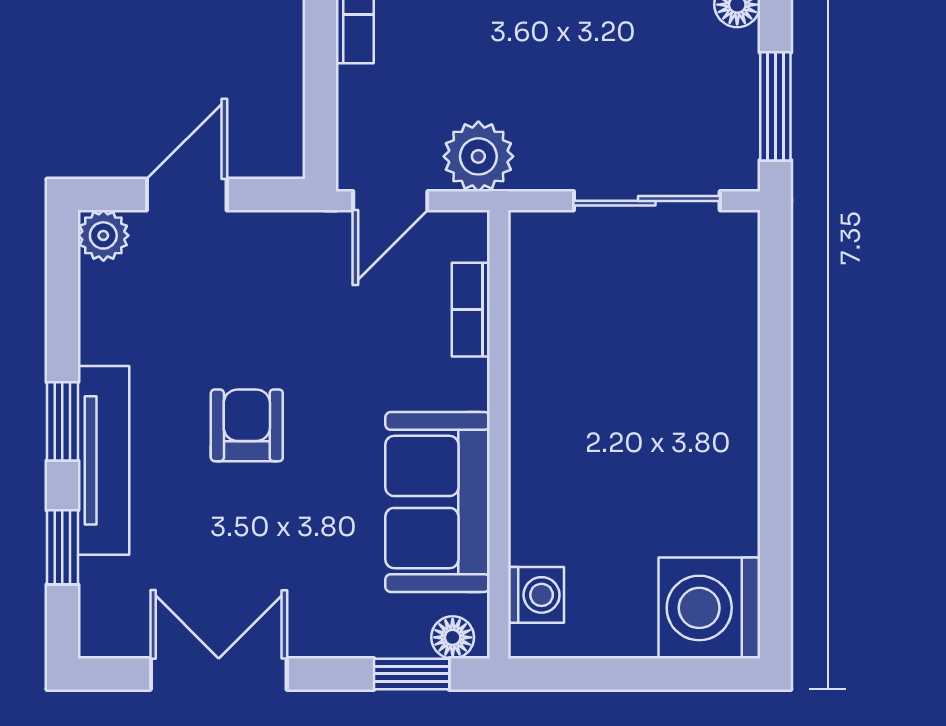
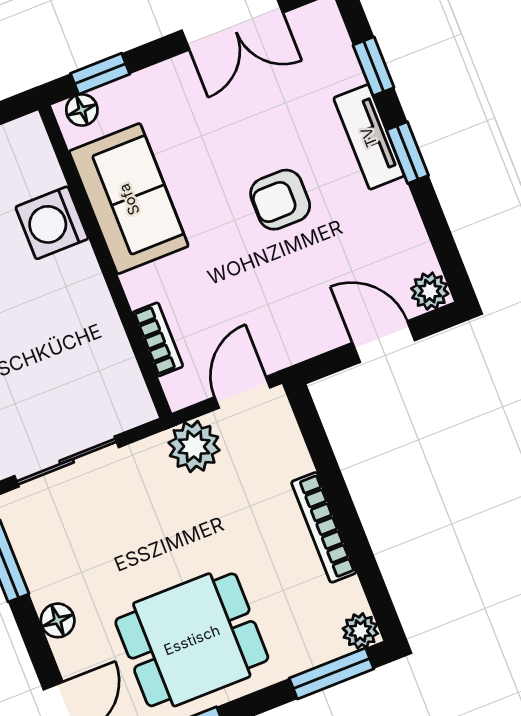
door: (187, 195) -> (384, 342), swing flipped
armchair: (247, 425) -> (280, 200), turned 90
tv unit: (103, 460) -> (369, 137), width x0.71
washing machine: (536, 595) -> (52, 223), moved, width x1.38, depth x1.38

